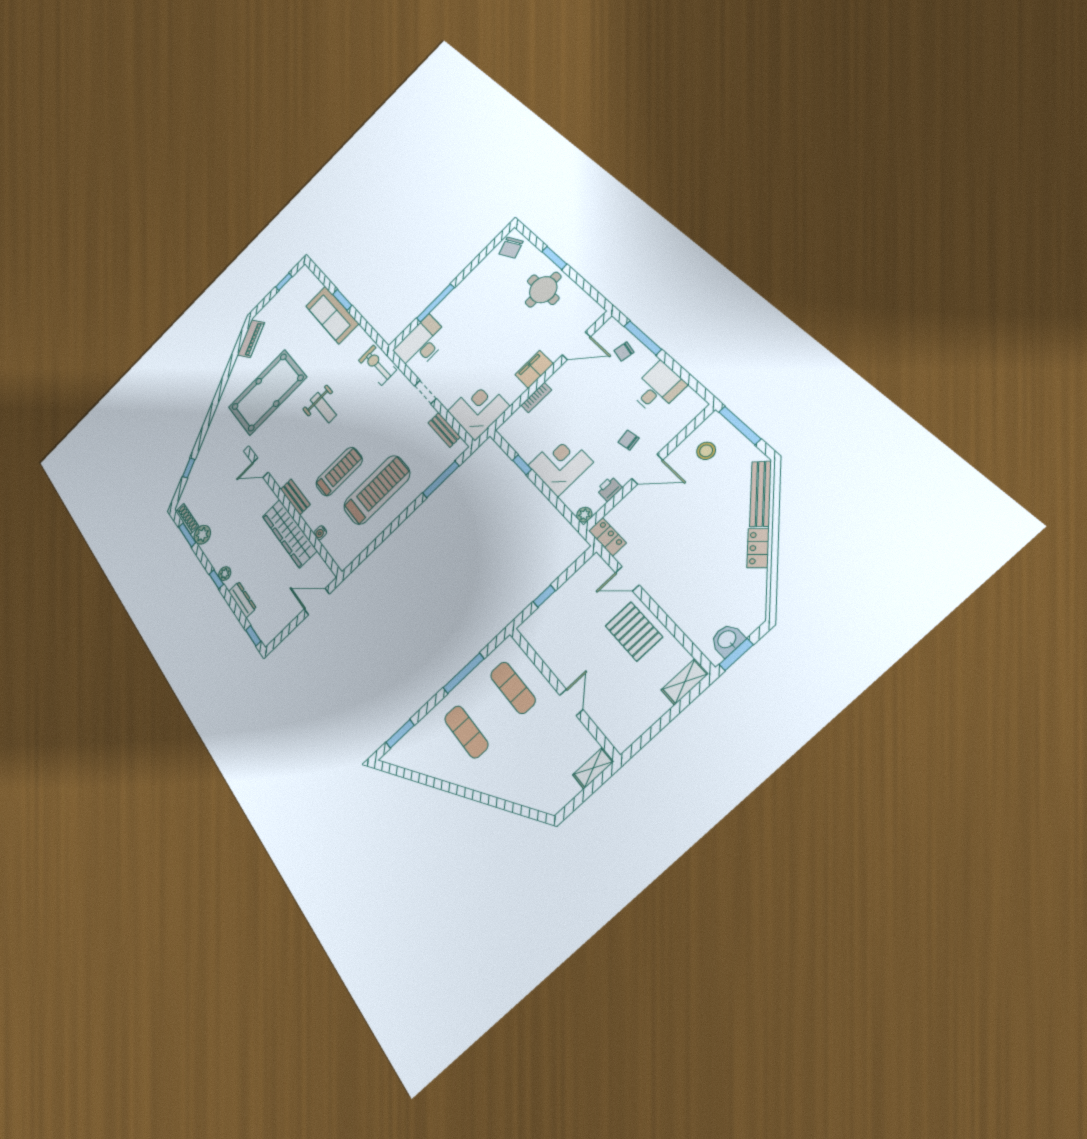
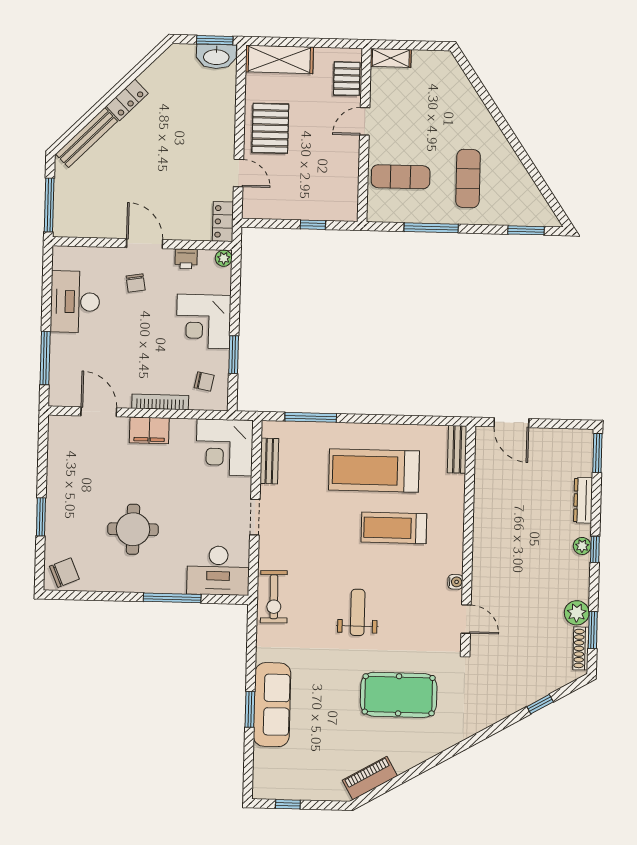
round table: (543, 290) -> (133, 529), moved
chair: (624, 351) -> (204, 381), moved
desk: (658, 388) -> (75, 302), width x1.37
pool table: (267, 392) -> (399, 695), width x0.73, depth x0.76
bookcase: (536, 398) -> (160, 402), width x1.56
stool: (706, 451) -> (90, 211), removed
window: (522, 465) -> (234, 355), width x1.50
bench: (295, 497) -> (457, 449), moved
wardrobe: (289, 533) -> (488, 518), removed
water cooler: (320, 533) -> (455, 582), moved
window: (253, 636) -> (597, 453), width x1.50
washbasin: (727, 640) -> (216, 56), width x1.38
shelving: (685, 682) -> (279, 59), width x1.50, depth x1.33
exercise mat: (513, 688) -> (401, 177), turned 90
pallet: (612, 721) -> (347, 79), added

